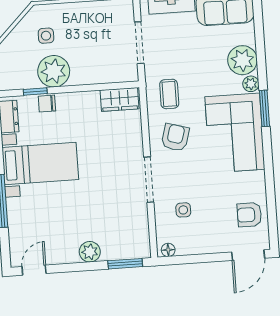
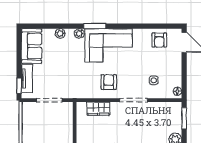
plant: (242, 60) -> (60, 33), width x0.53, depth x0.53
coffee table: (169, 94) -> (82, 84), removed
wardrobe: (119, 99) -> (98, 109), moved, turned 90
armchair: (175, 137) -> (109, 82), turned 74

